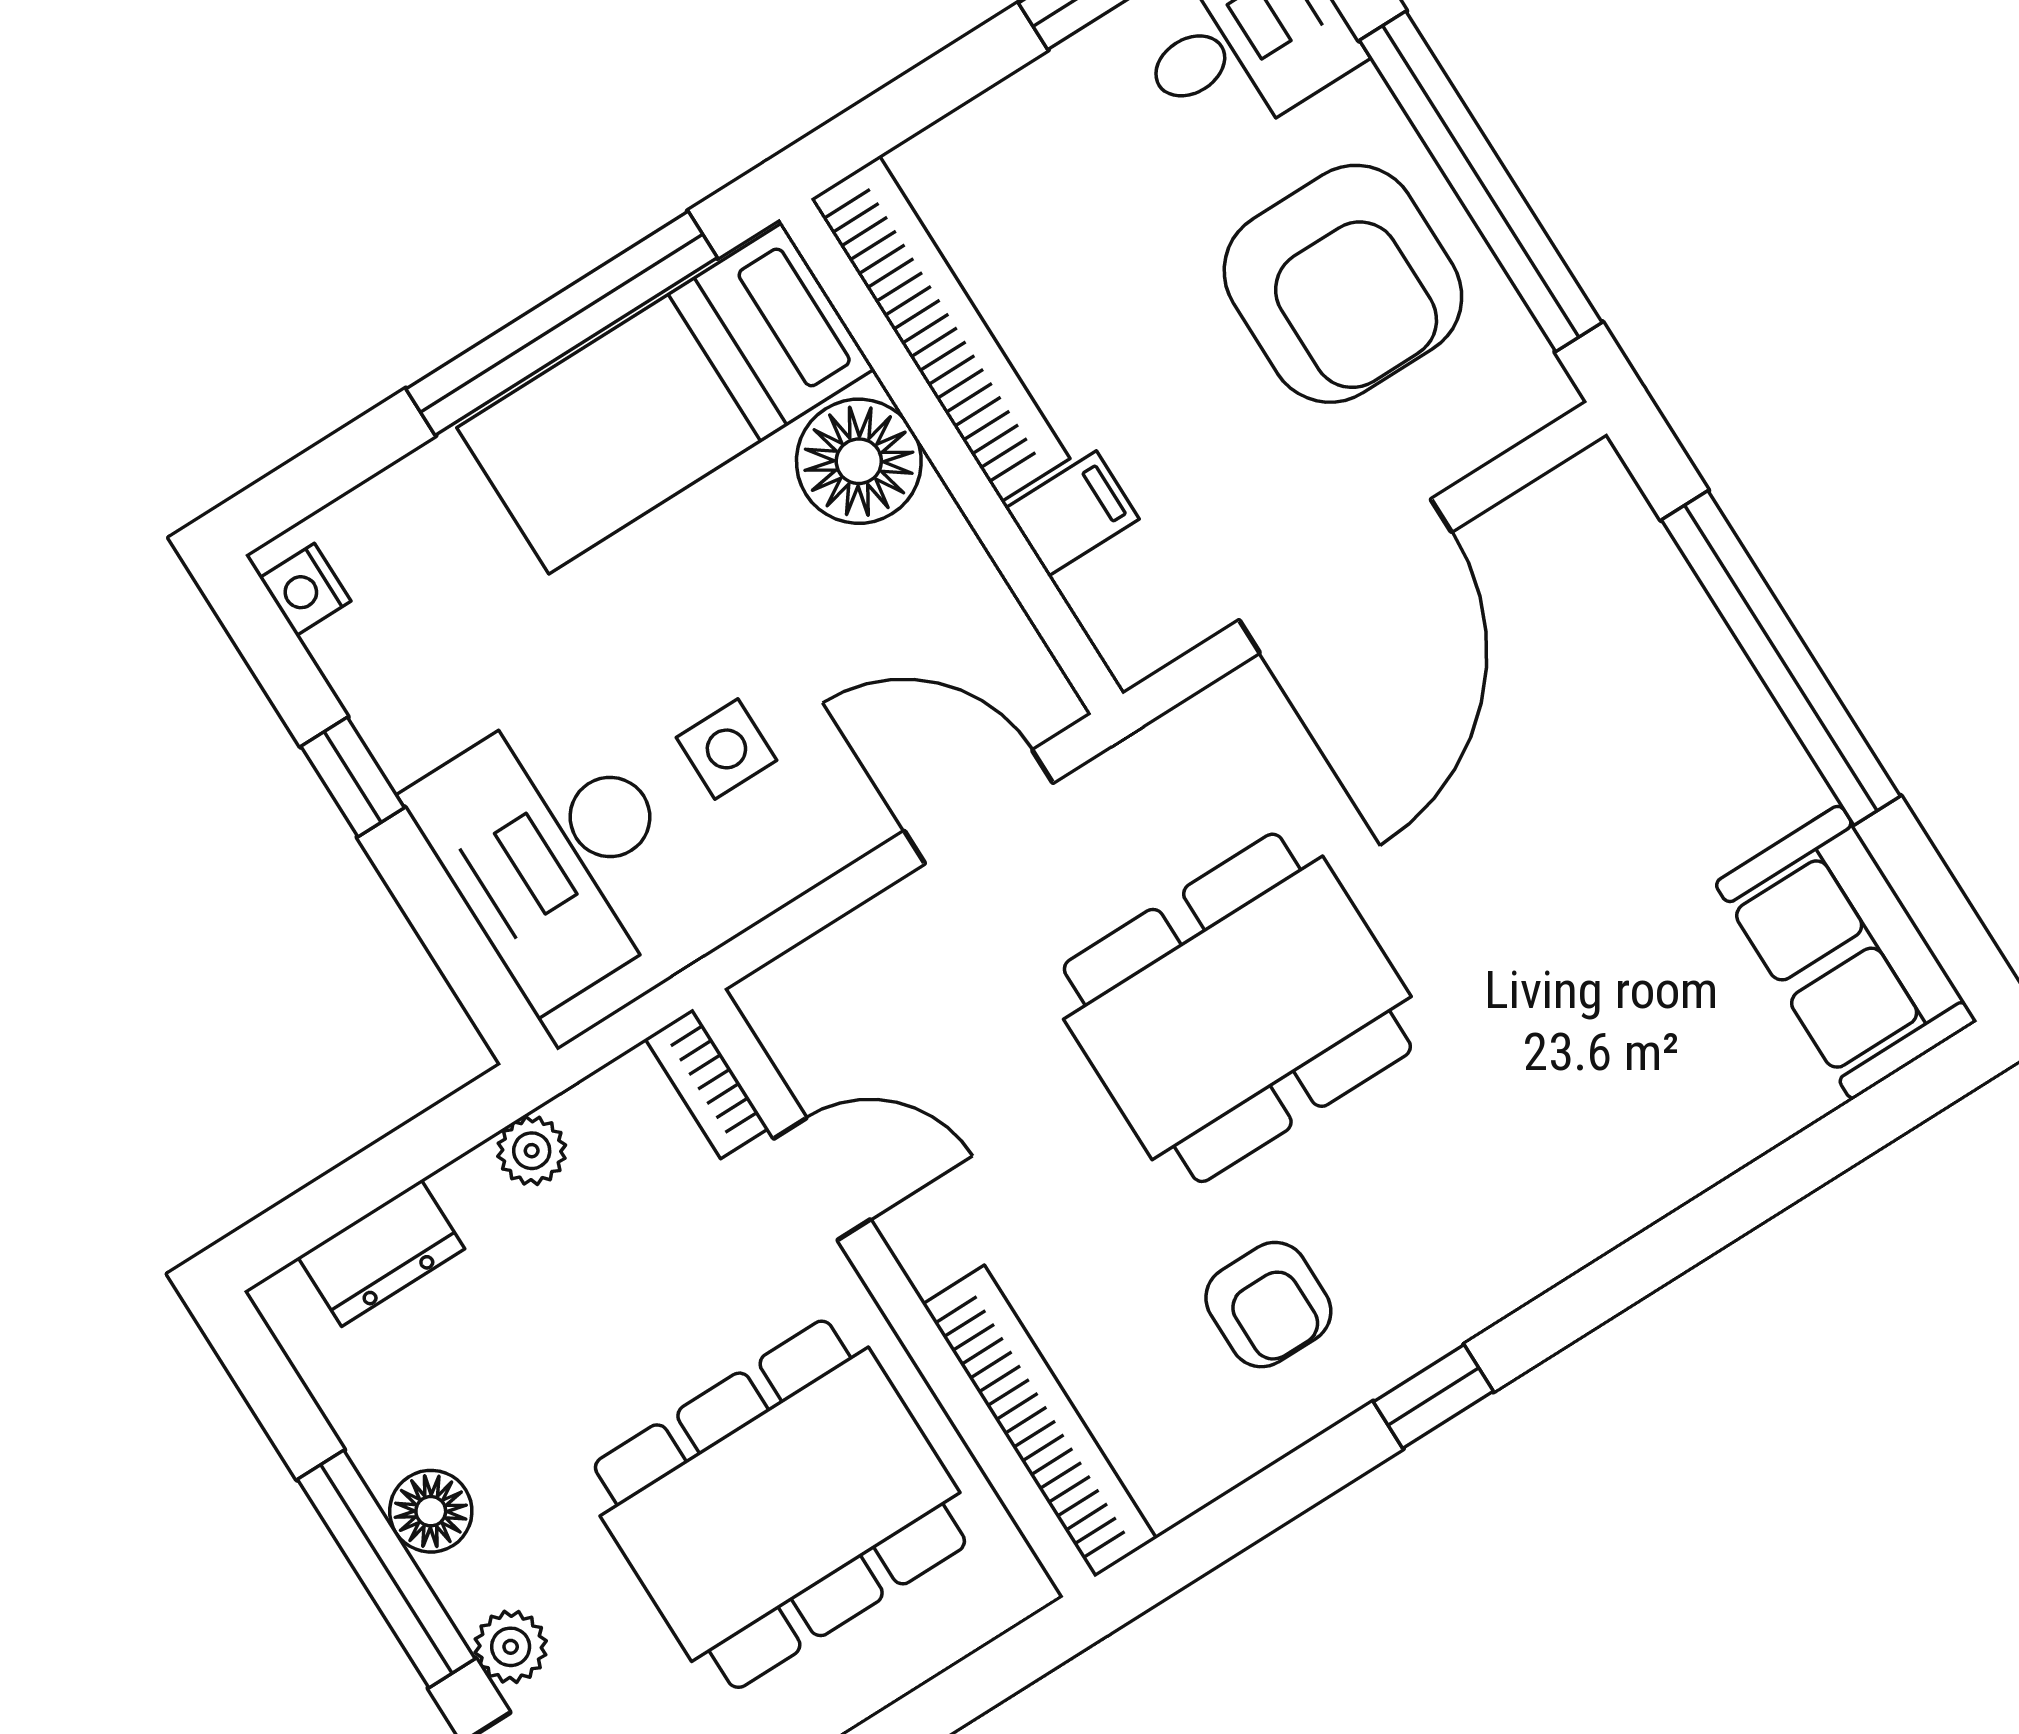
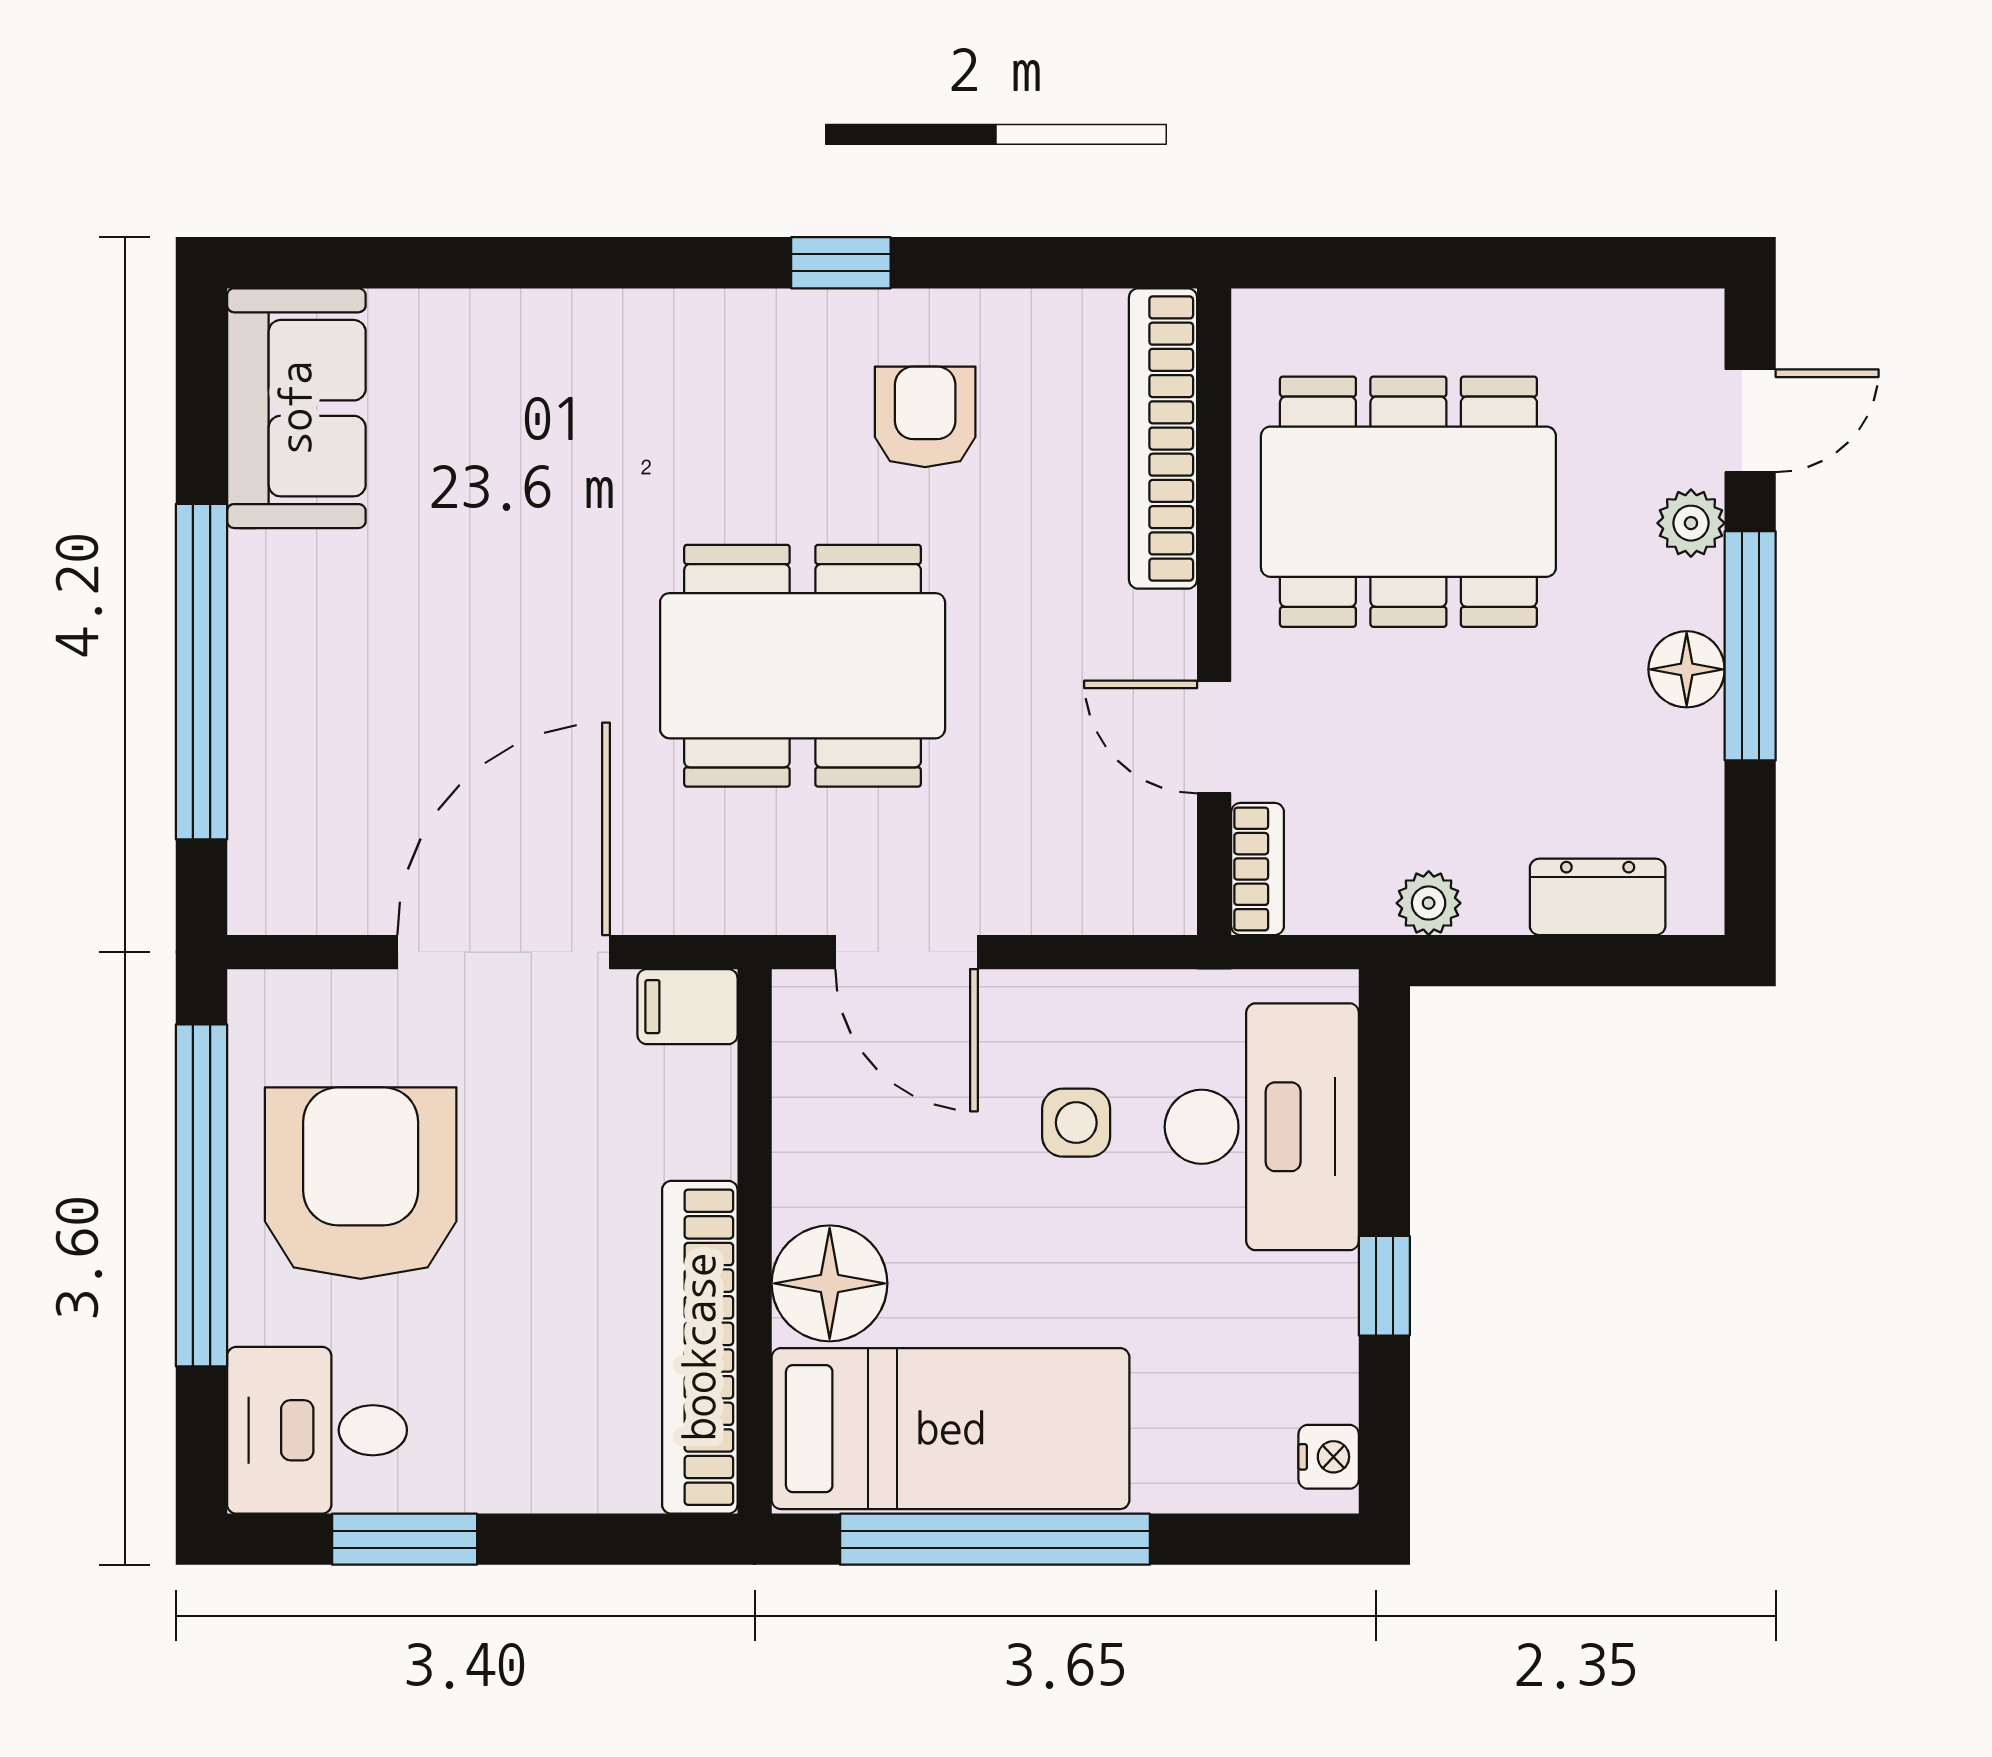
filing cabinet: (1072, 514) -> (688, 1007), moved

